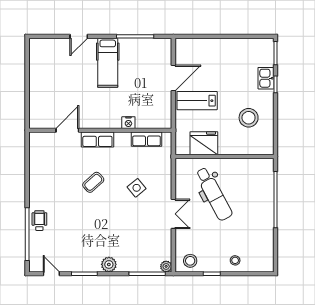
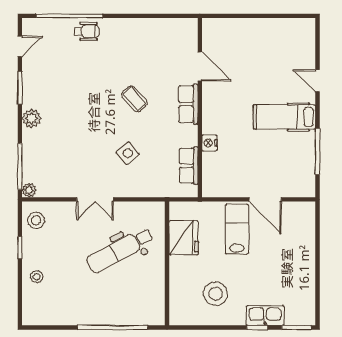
kitchen sink: (266, 78) -> (265, 315), width x1.38

